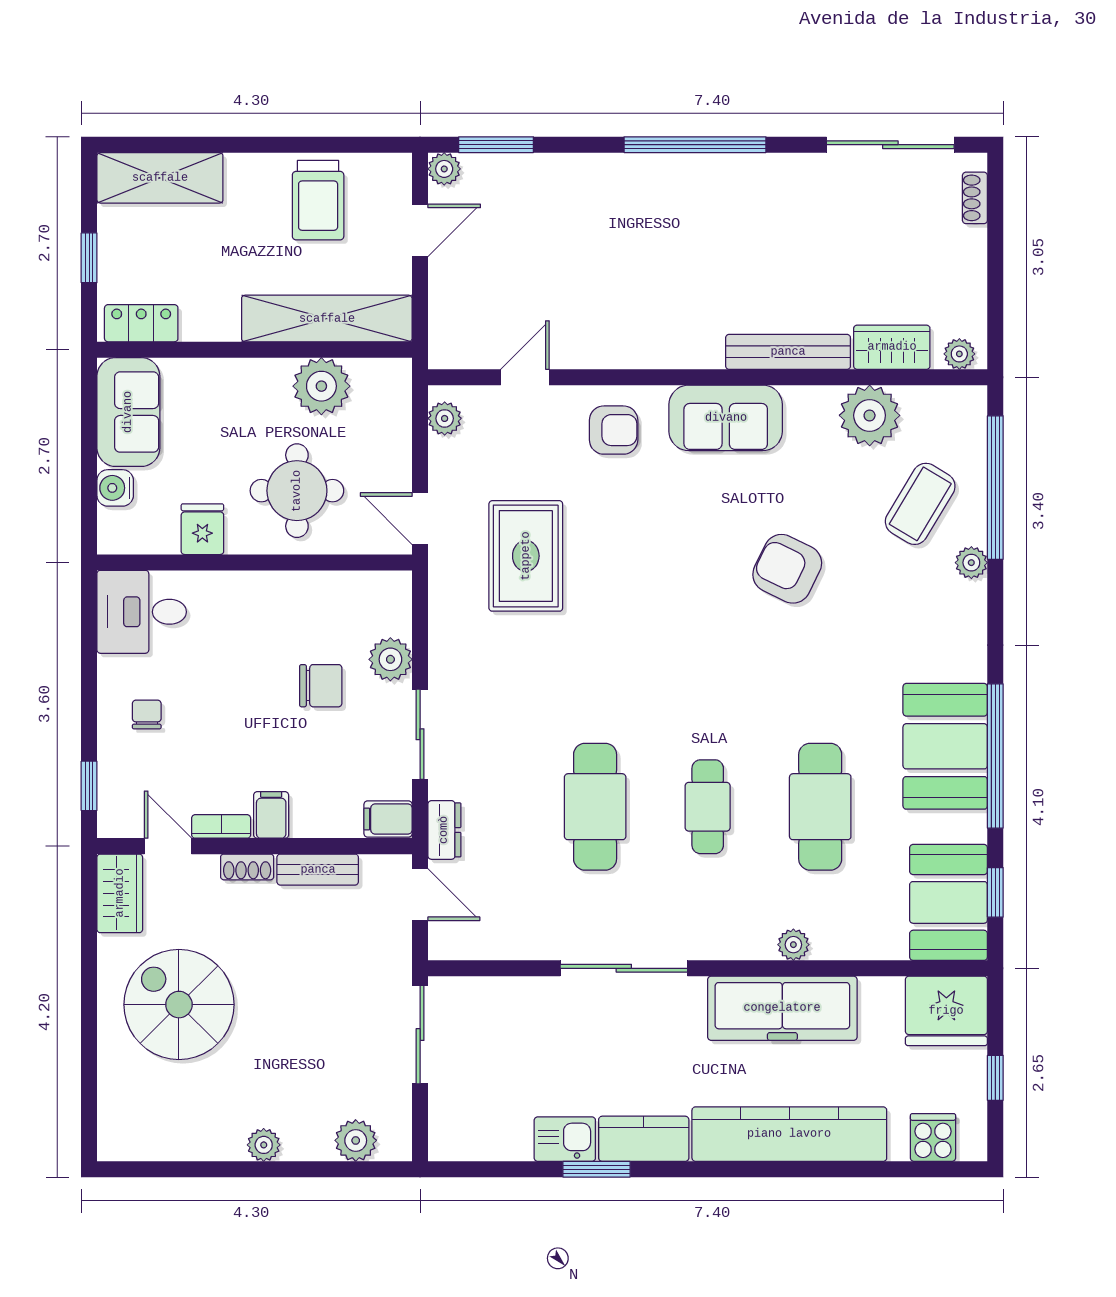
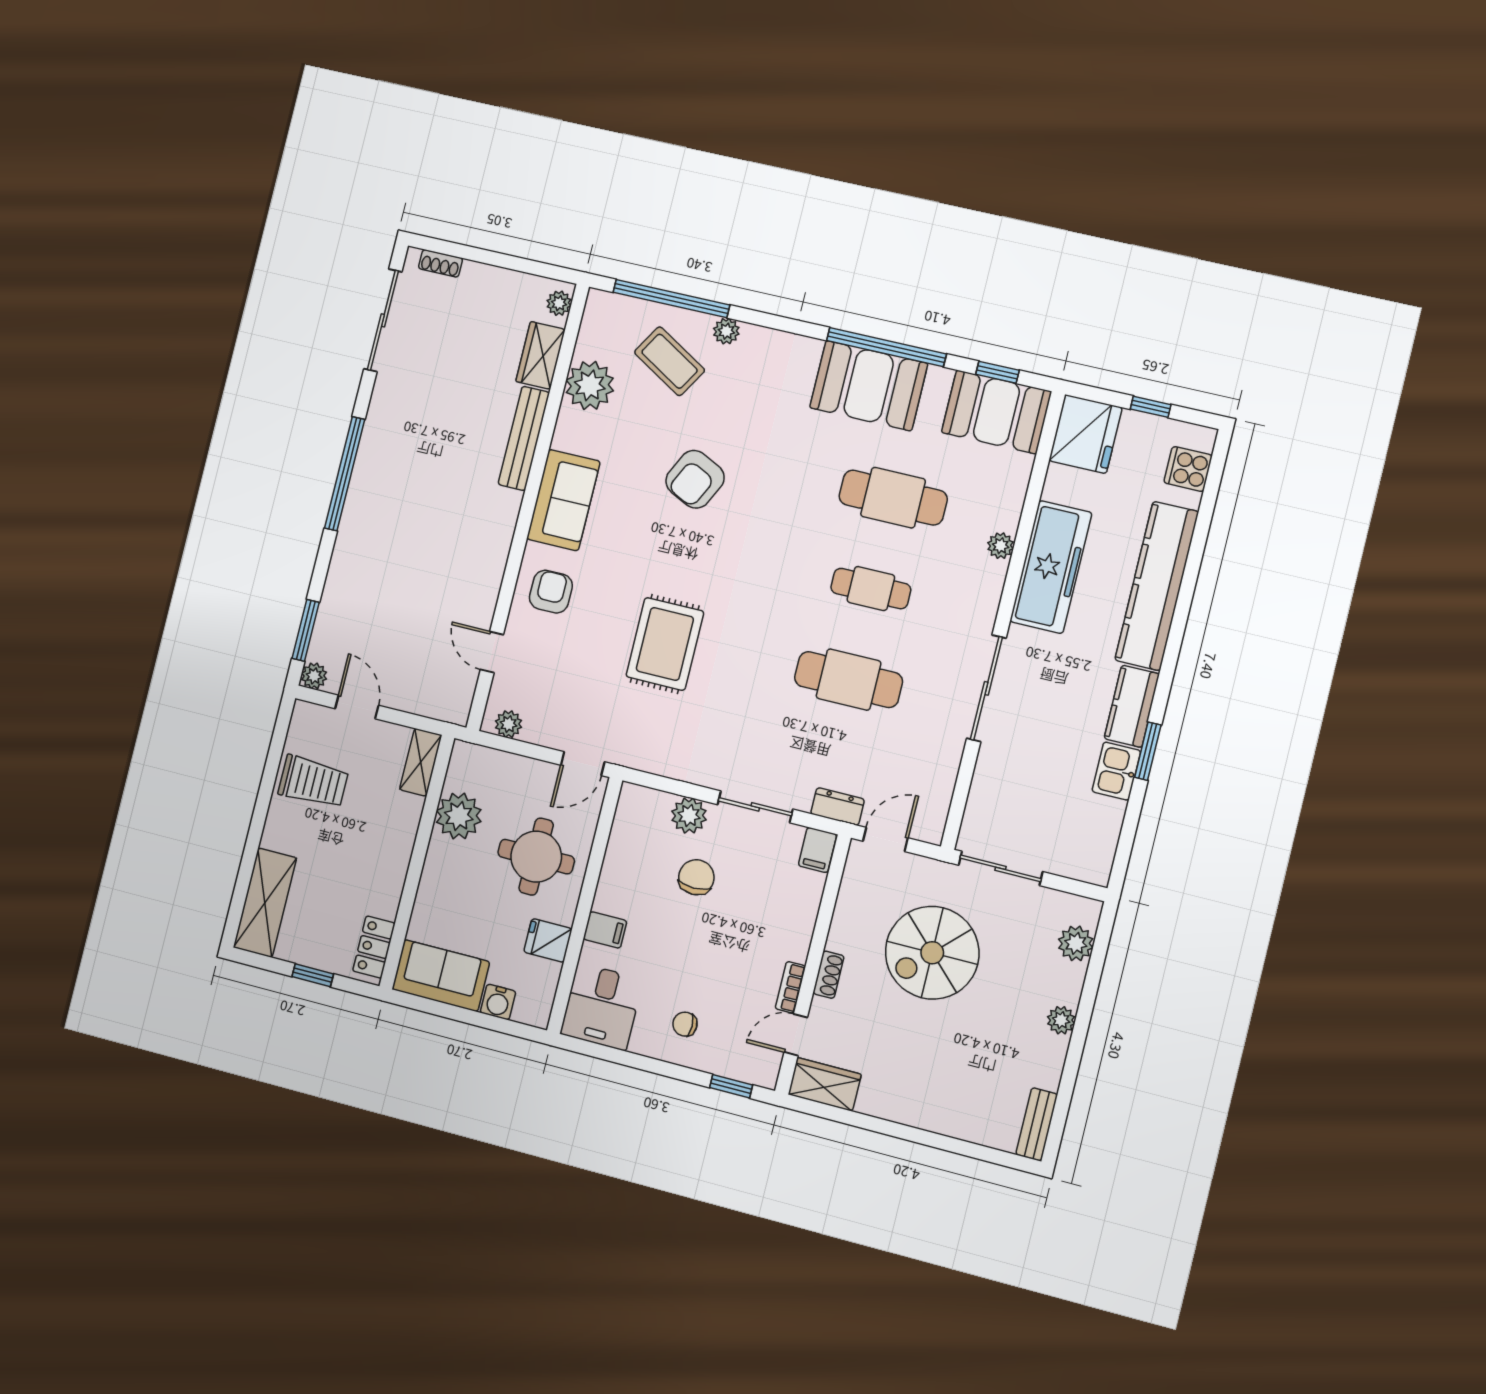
shelving: (327, 319) -> (421, 762), width x0.45, depth x0.75
rug: (526, 556) -> (665, 644), moved, turned 90
filing cabinet: (271, 815) -> (605, 930), moved, turned 180
bench: (318, 870) -> (1037, 1124), moved
spiral stairs: (179, 1005) -> (932, 953), moved

